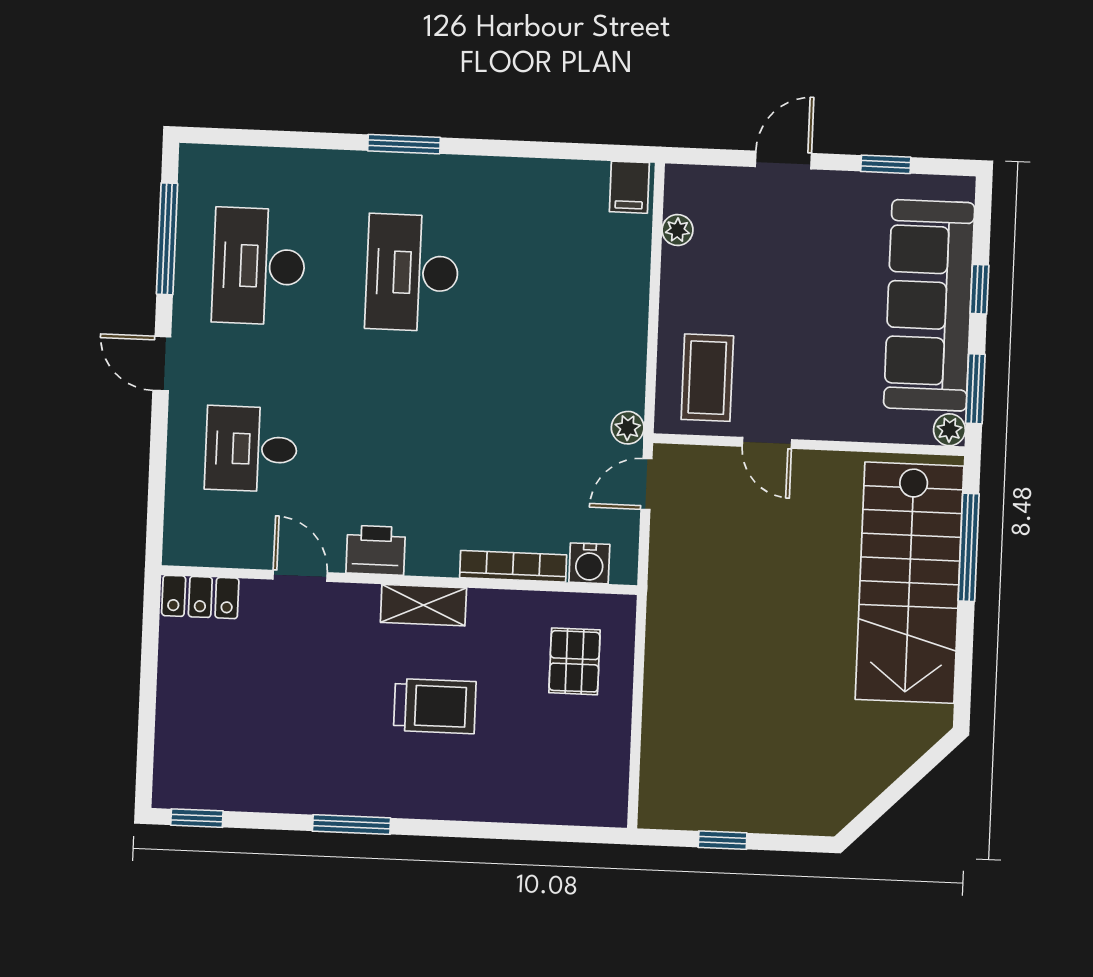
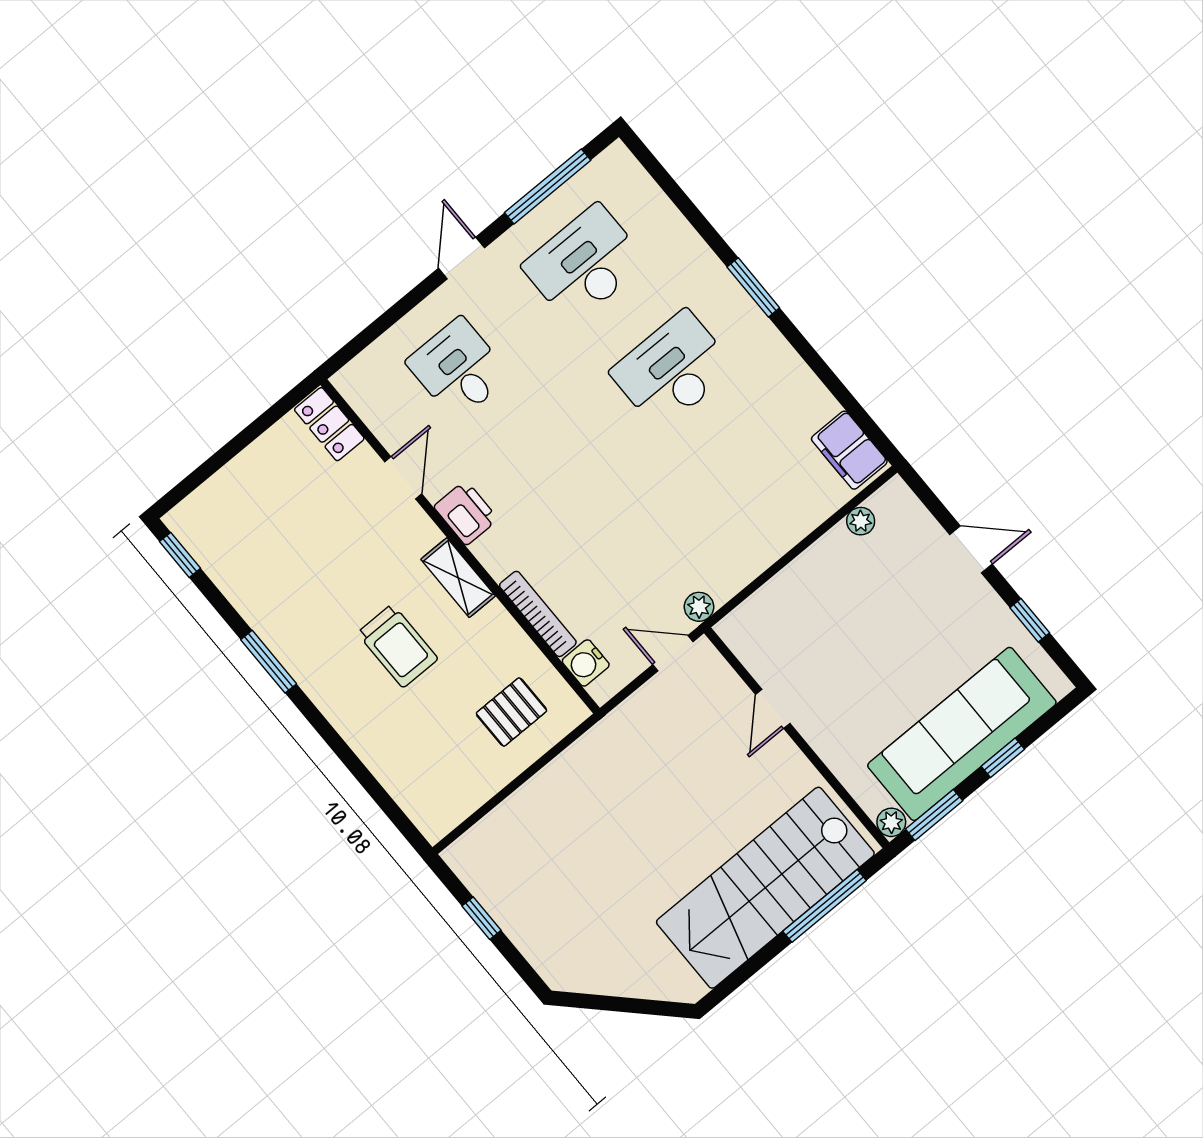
filing cabinet: (629, 187) -> (849, 450), width x2.00
coffee table: (707, 378) -> (780, 630), removed

